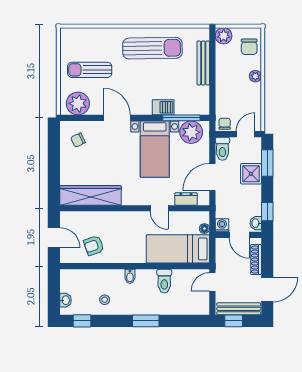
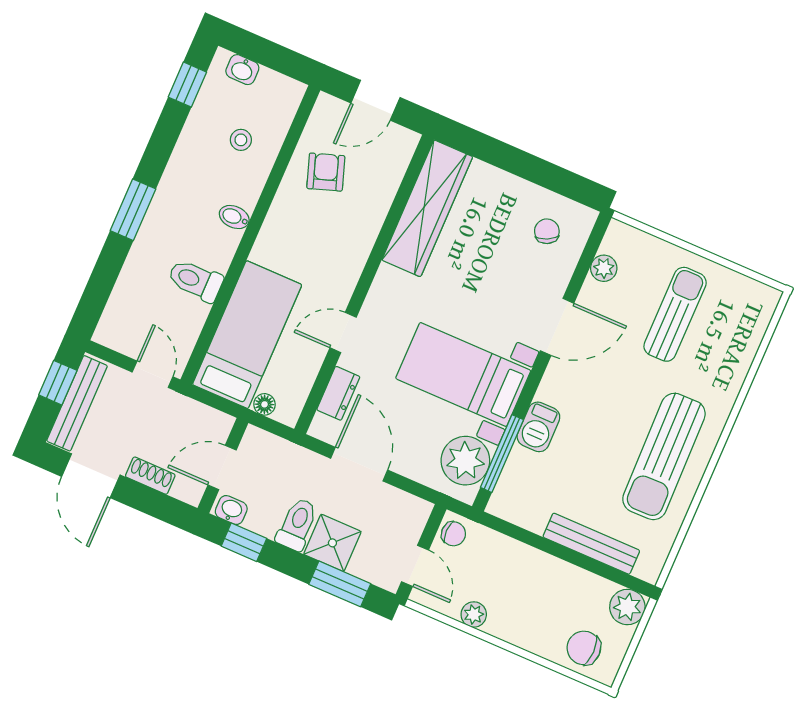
plant: (255, 76) -> (474, 615), moved
plant: (78, 103) -> (604, 268), width x0.53, depth x0.53
toilet: (222, 149) -> (297, 524), moved, turned 90
washing machine: (222, 225) -> (256, 442), removed
shoe rack: (256, 260) -> (150, 476), width x0.70
stool: (105, 300) -> (241, 140), moved

